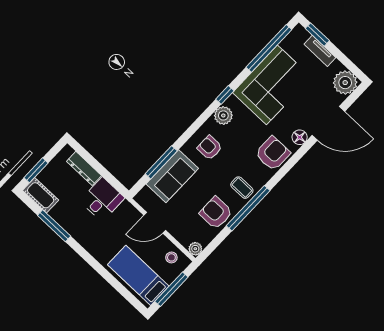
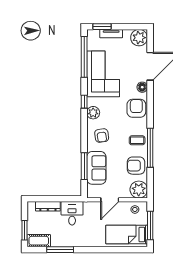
armchair: (210, 148) -> (102, 136), turned -98
plant: (195, 249) -> (139, 190), width x1.88, depth x1.88

